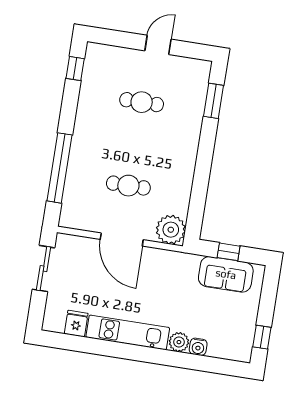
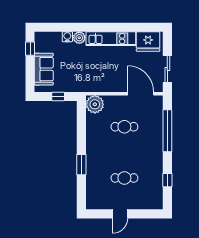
window: (75, 68) -> (167, 180), moved
window: (214, 101) -> (81, 165), moved
door: (122, 240) -> (141, 94), moved
sofa: (226, 274) -> (44, 69), moved, turned 90
fridge: (76, 324) -> (148, 42), width x1.88, depth x1.34

